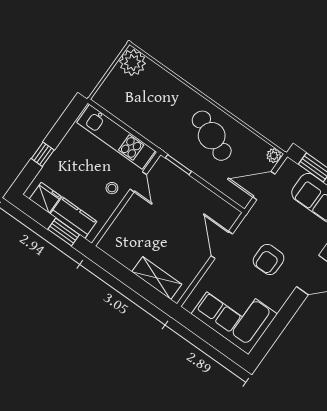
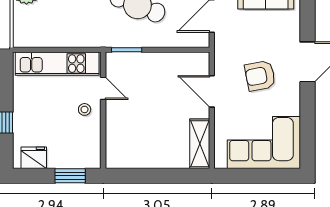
kitchen counter: (74, 218) -> (70, 158), removed
armchair: (269, 259) -> (260, 76), turned 79
shelving: (157, 278) -> (200, 144), moved, turned 90

